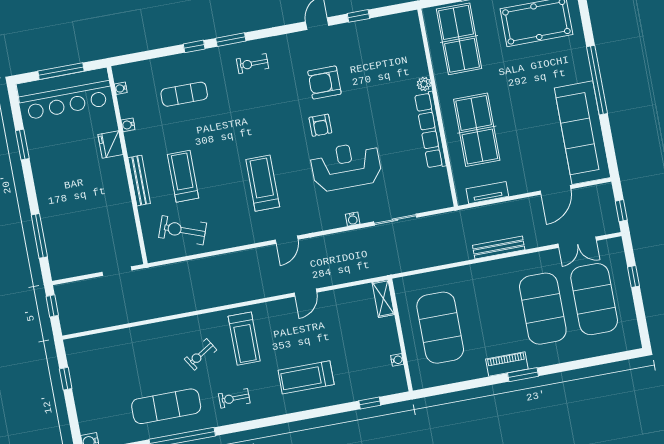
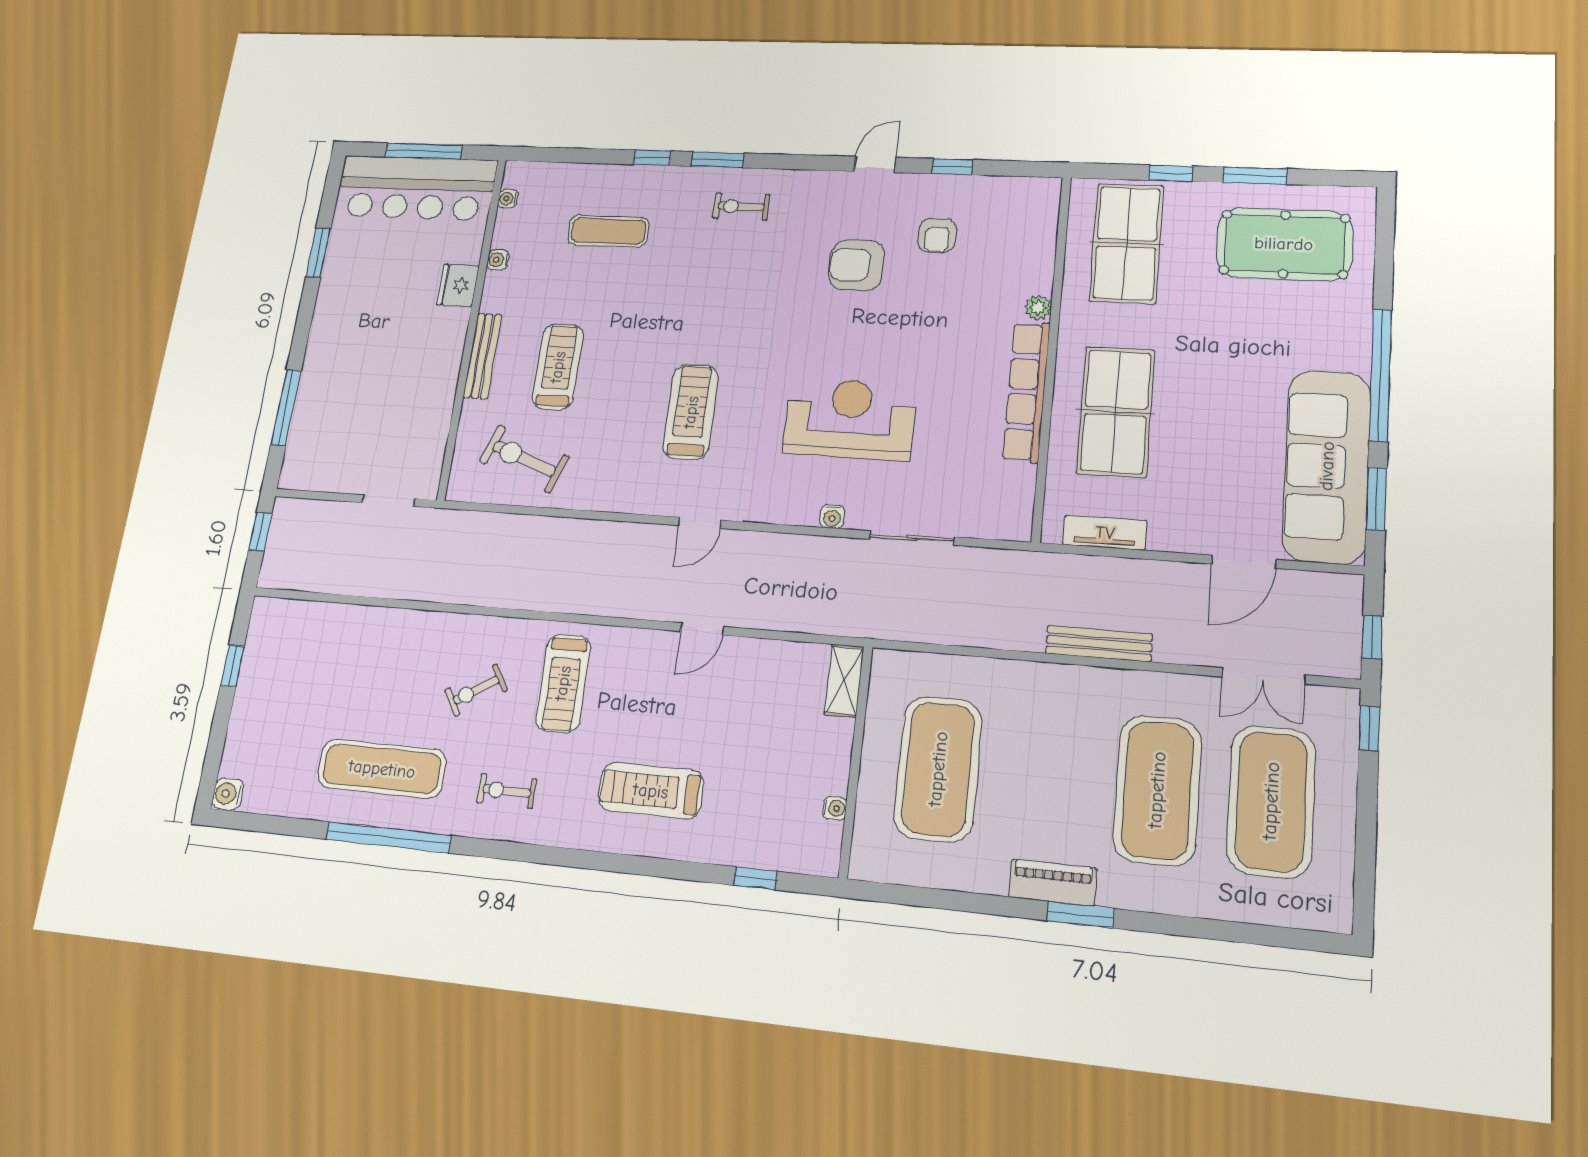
armchair: (320, 125) -> (937, 235), moved
window: (609, 143) -> (1377, 498), added
window: (633, 277) -> (1369, 728), moved

